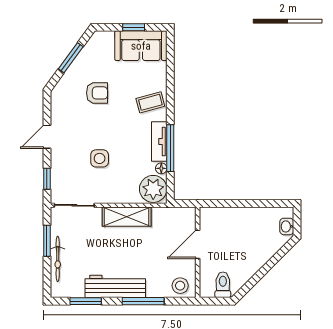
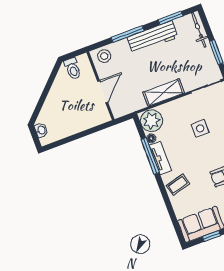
bicycle: (58, 259) -> (199, 30), moved

